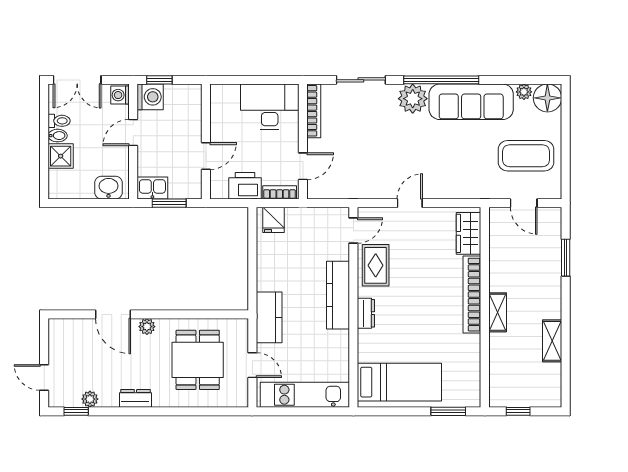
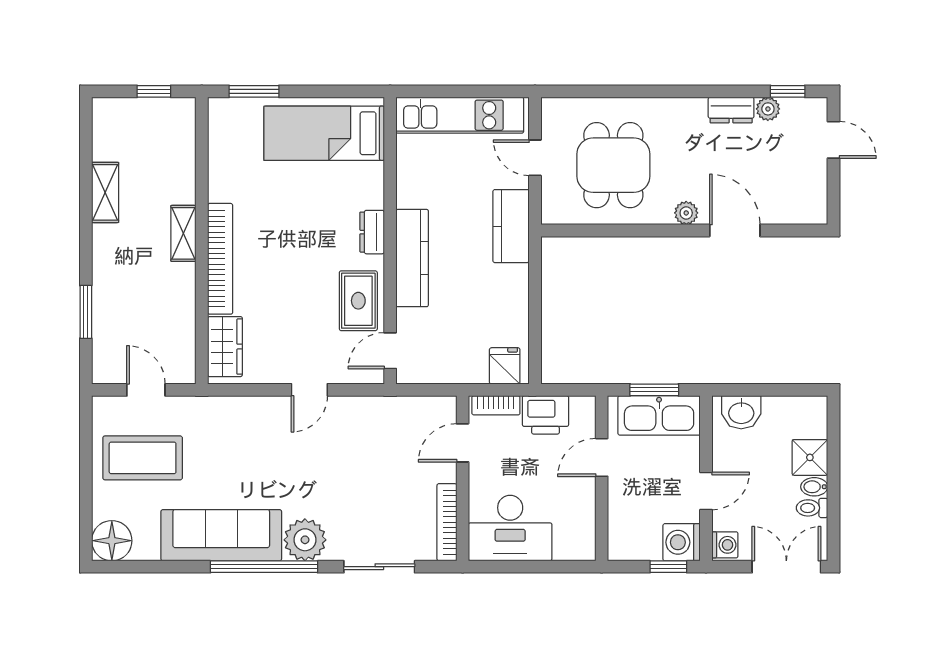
plant: (524, 92) -> (146, 550), removed
kitchen sink: (152, 188) -> (659, 415), width x1.87, depth x1.24
dresser: (135, 398) -> (731, 110), moved

